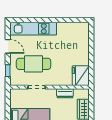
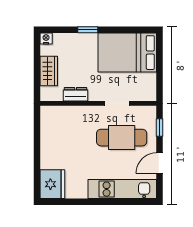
door: (8, 46) -> (159, 163), hinge flipped
fridge: (81, 76) -> (52, 184), moved

